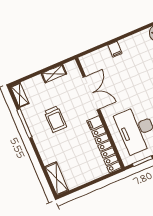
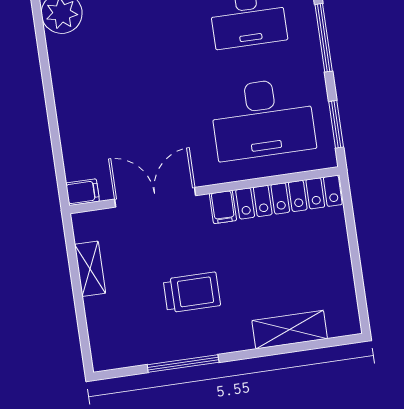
filing cabinet: (115, 49) -> (83, 192), moved
shelving: (20, 95) -> (117, 357), removed
shelving: (57, 179) -> (290, 330), moved

